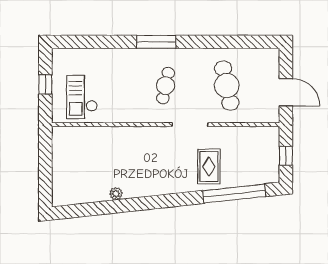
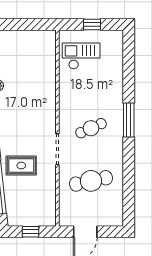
cafe table: (166, 86) -> (91, 128), turned -36

